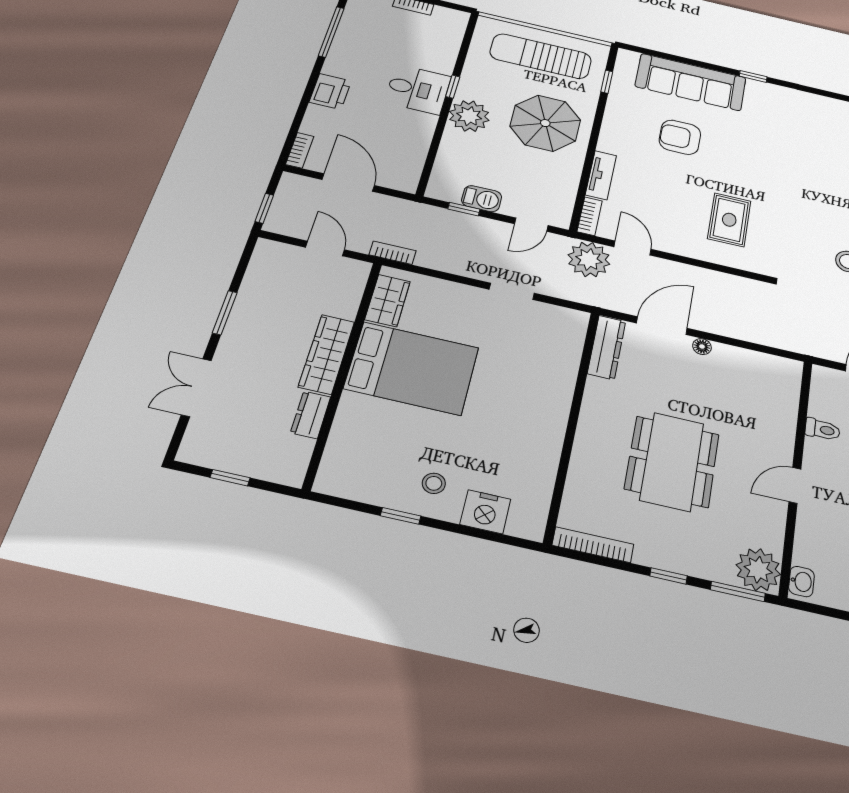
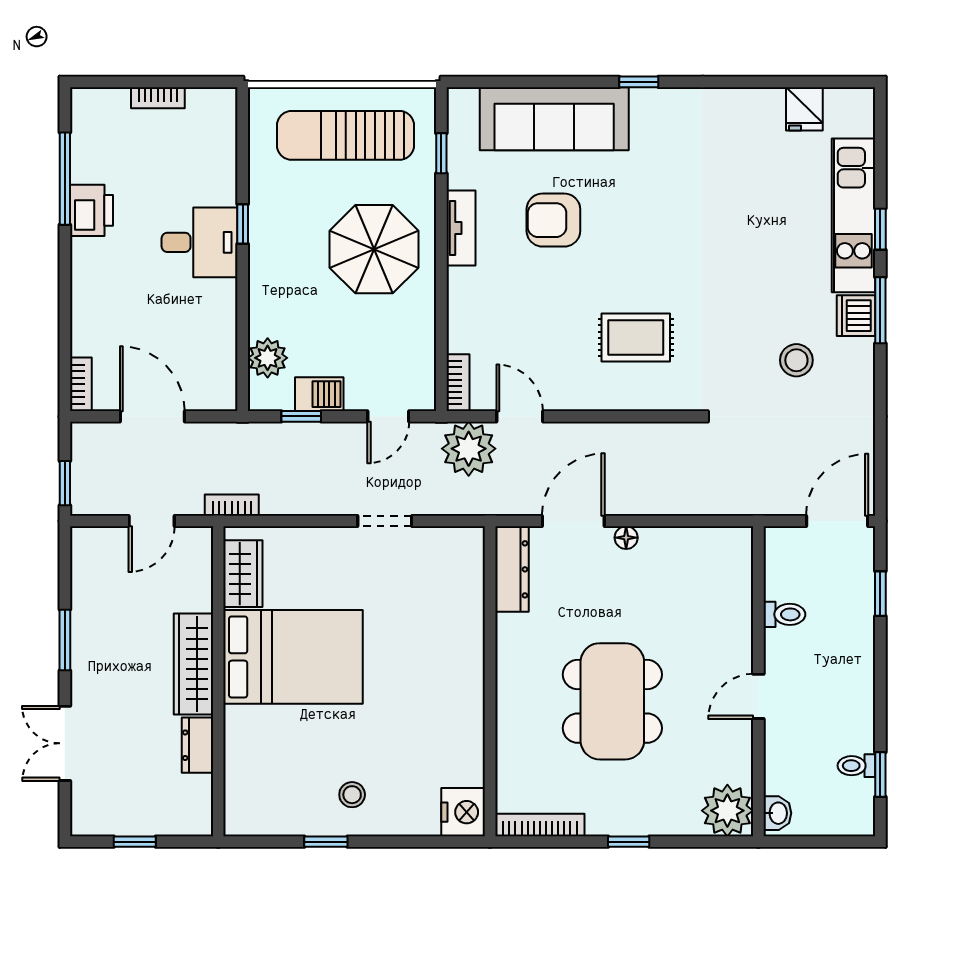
printer: (330, 91) -> (91, 210), moved
plant: (469, 116) -> (268, 358), moved, width x0.73, depth x0.73
tv unit: (601, 175) -> (461, 228), moved
rug: (729, 220) -> (636, 338), turned 90
door: (325, 248) -> (152, 521), swing flipped
nightstand: (485, 512) -> (463, 812), moved, turned -90
window: (738, 591) -> (708, 842), removed

